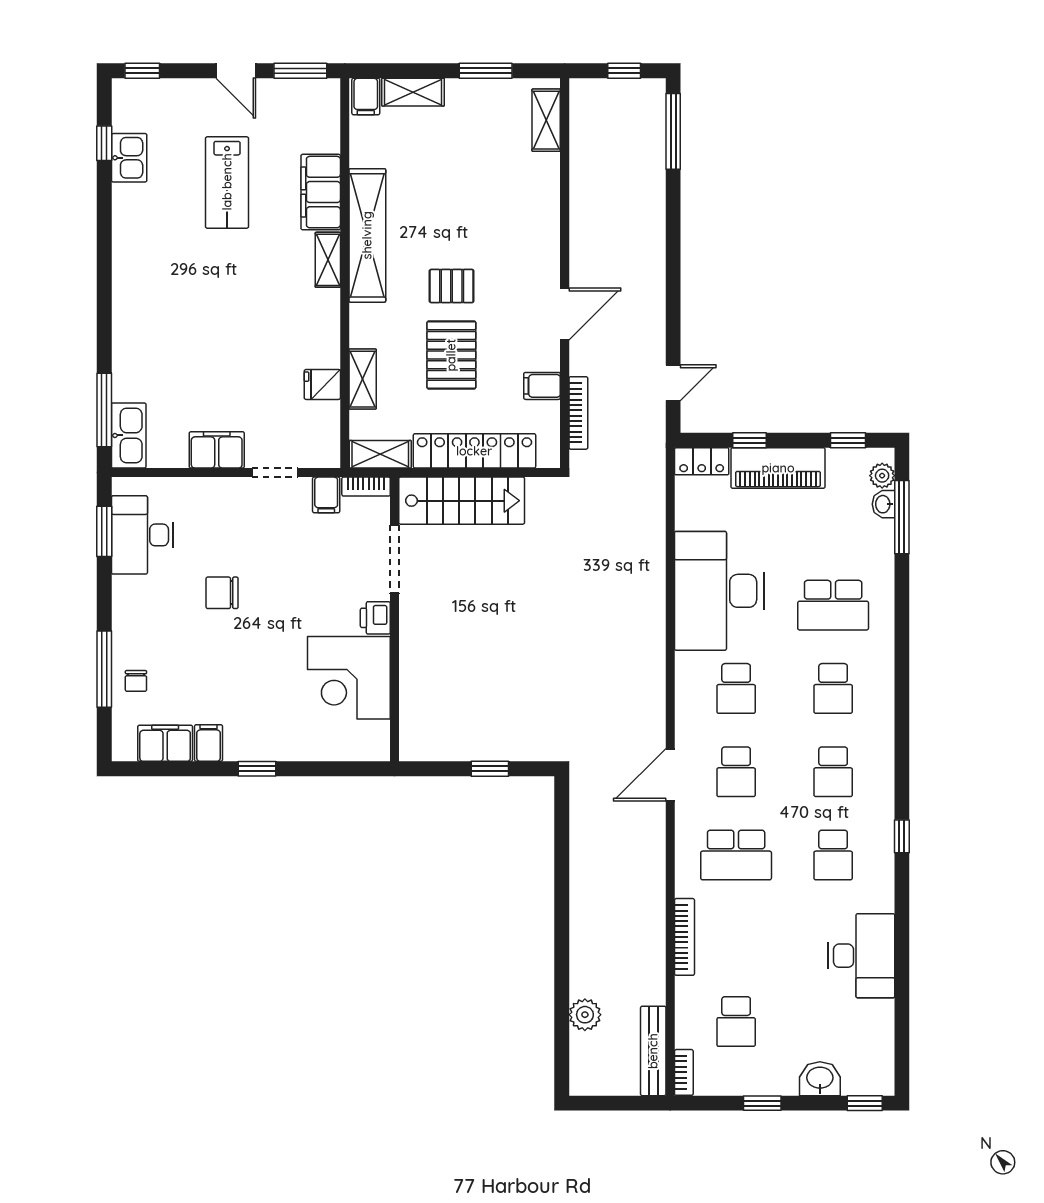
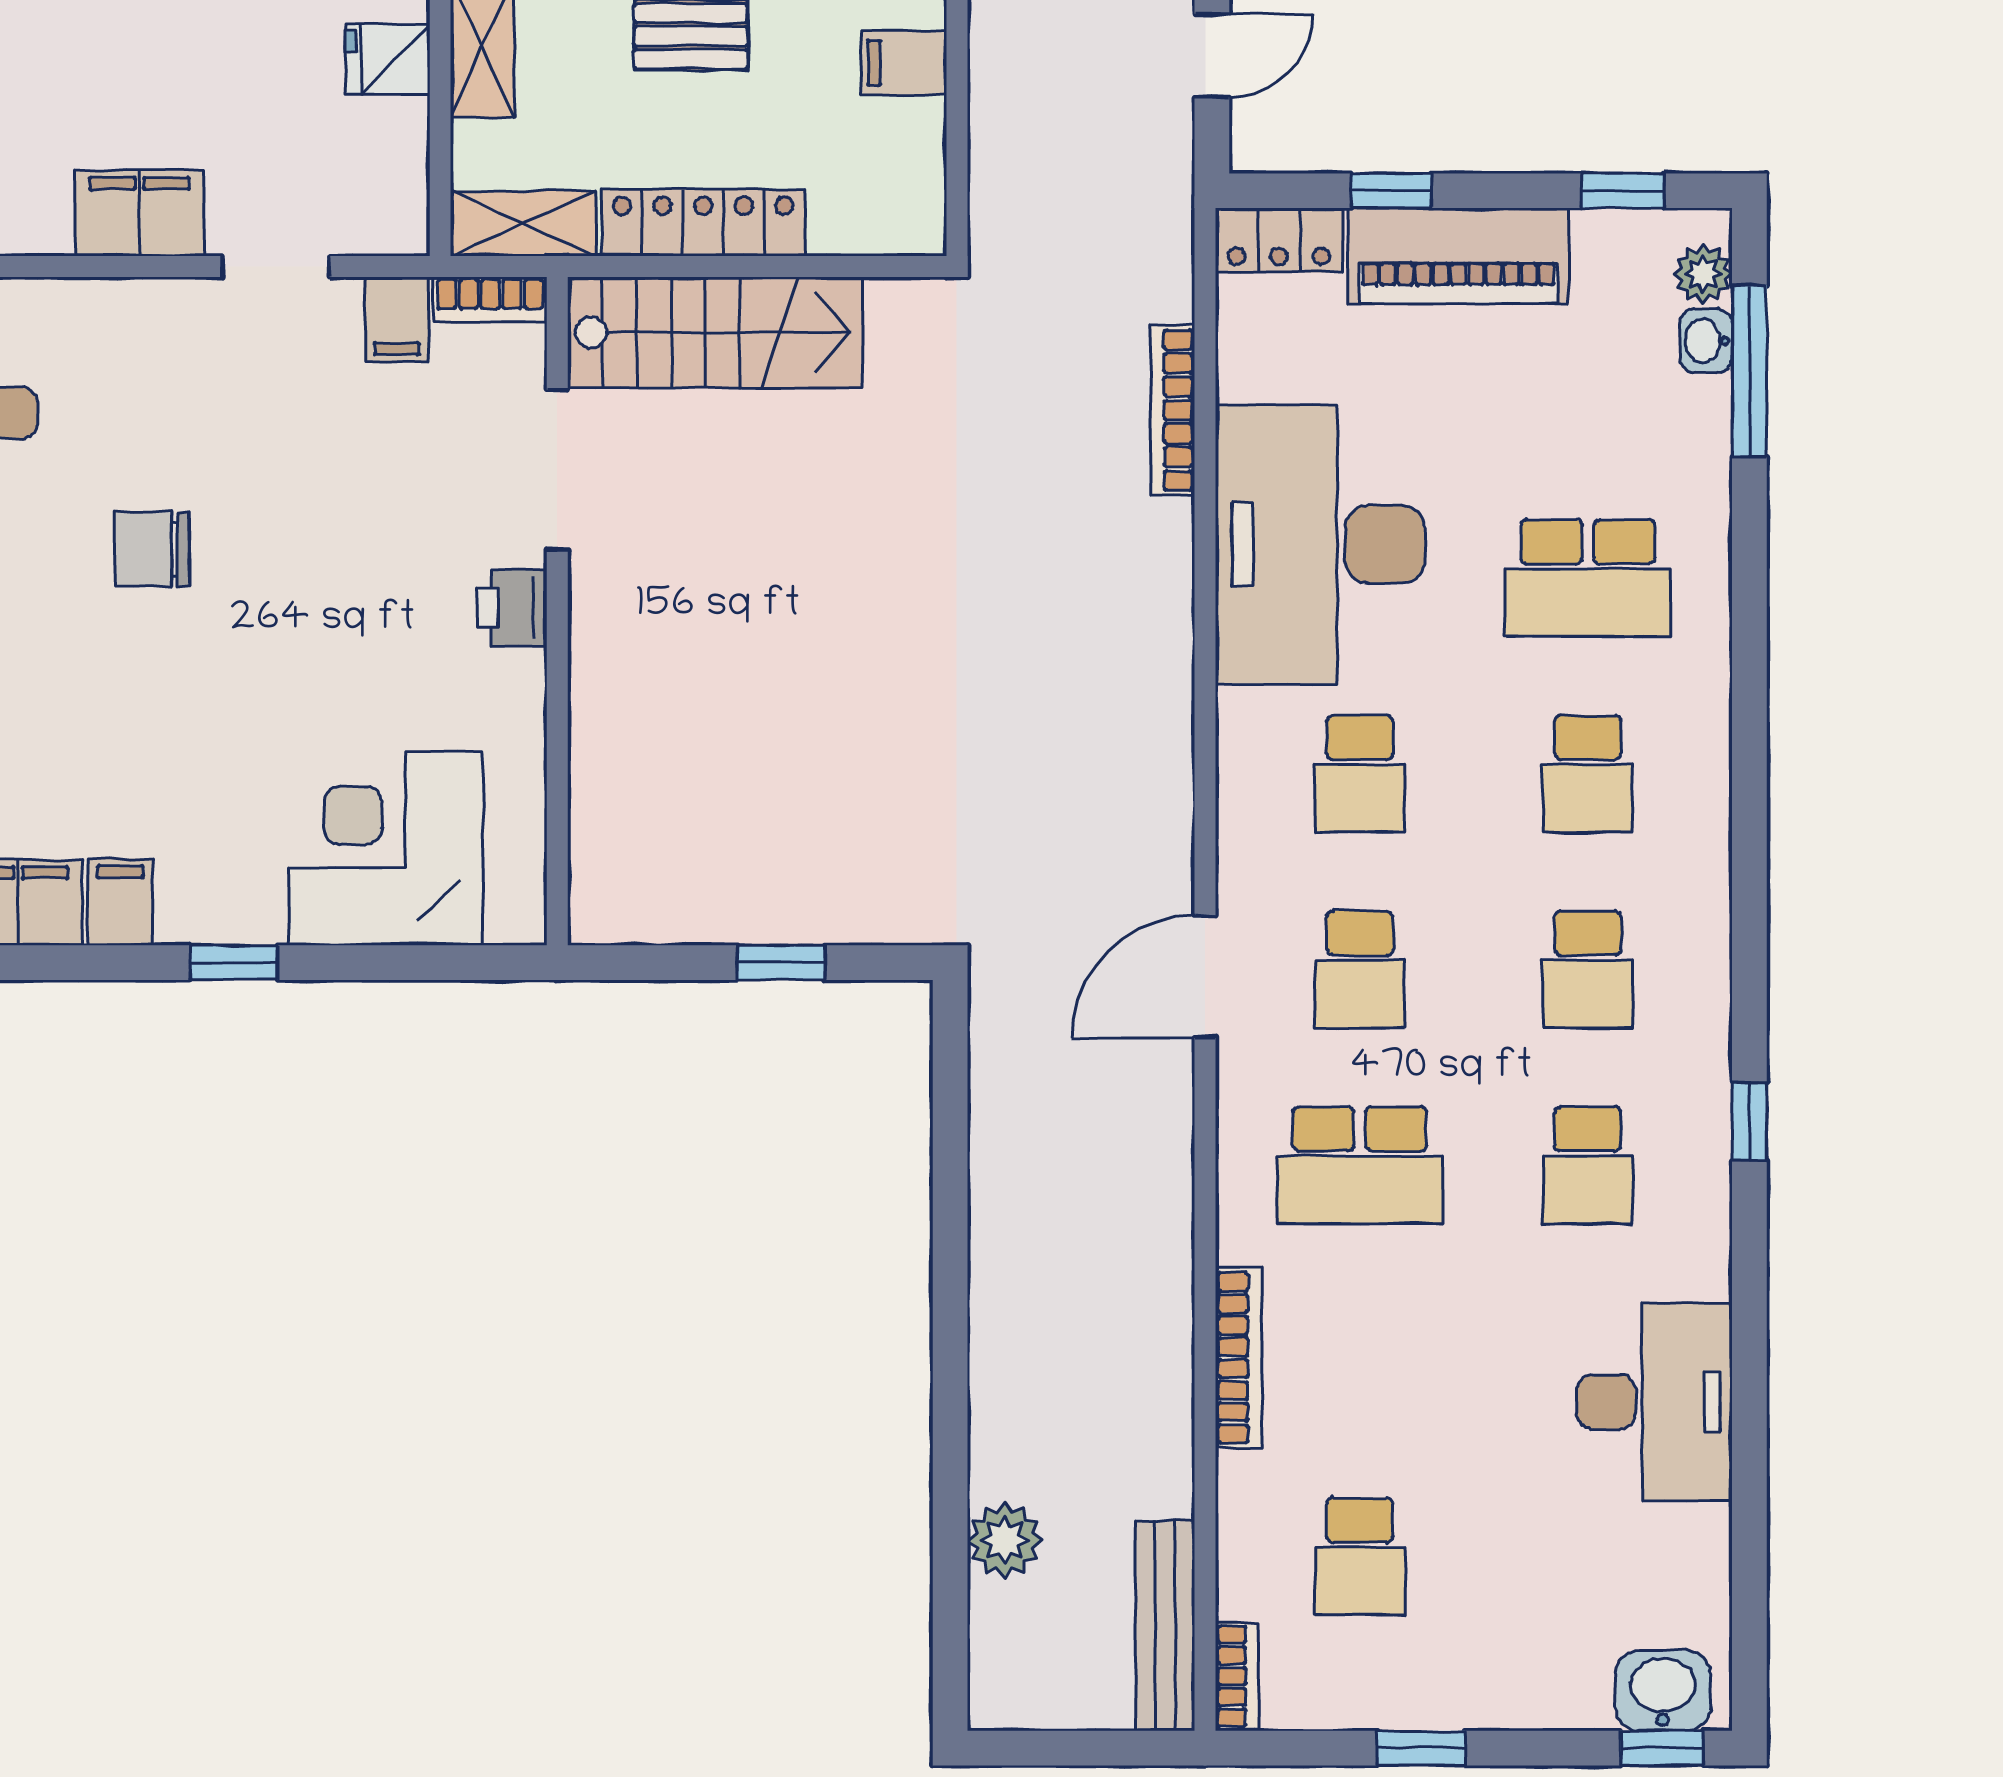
bookcase: (578, 413) -> (1173, 410), moved, turned 180
locker: (474, 451) -> (703, 223), width x0.71, depth x0.83
corner desk: (349, 678) -> (386, 848), moved, turned 90
washbasin: (820, 1079) -> (1663, 1691), moved

